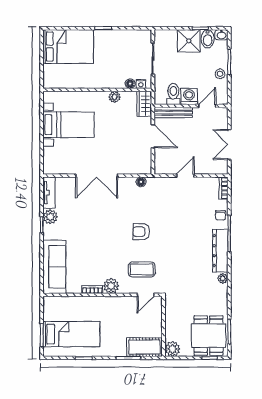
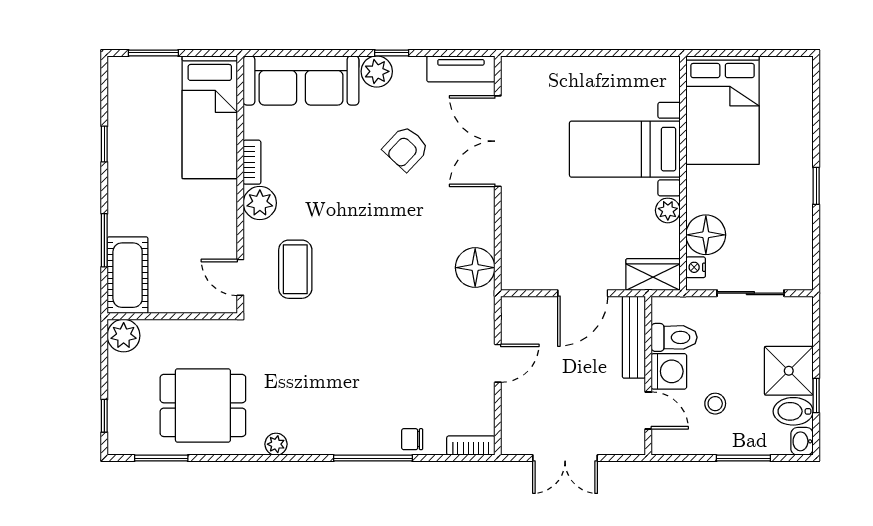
bed: (68, 47) -> (723, 110), moved
stool: (220, 74) -> (715, 404), moved
floor lamp: (130, 84) -> (706, 235), width x1.89, depth x1.89
bed with nightstands: (69, 125) -> (625, 149), moved, turned 90
double door: (229, 144) -> (565, 458), swing flipped
double door: (97, 176) -> (498, 141), moved
door: (185, 176) -> (498, 363), hinge flipped
floor lamp: (141, 182) -> (475, 268), width x1.89, depth x1.89
plant: (50, 217) -> (377, 71), moved
armchair: (141, 232) -> (406, 148), moved, turned -137
dresser: (220, 251) -> (336, 439), removed
bed: (71, 334) -> (210, 117), moved
dining table: (208, 336) -> (203, 405), moved

